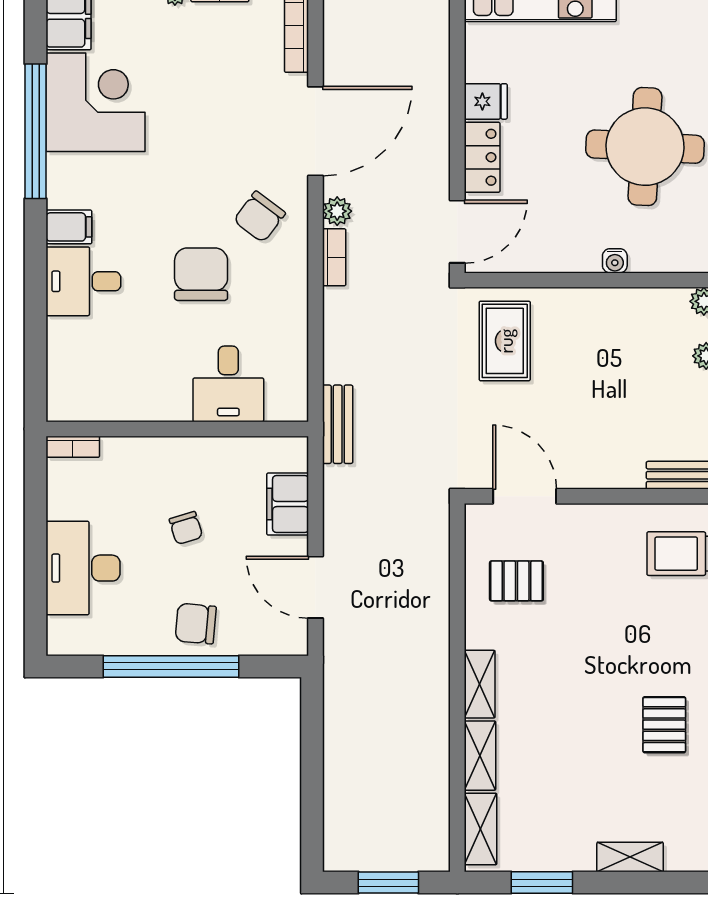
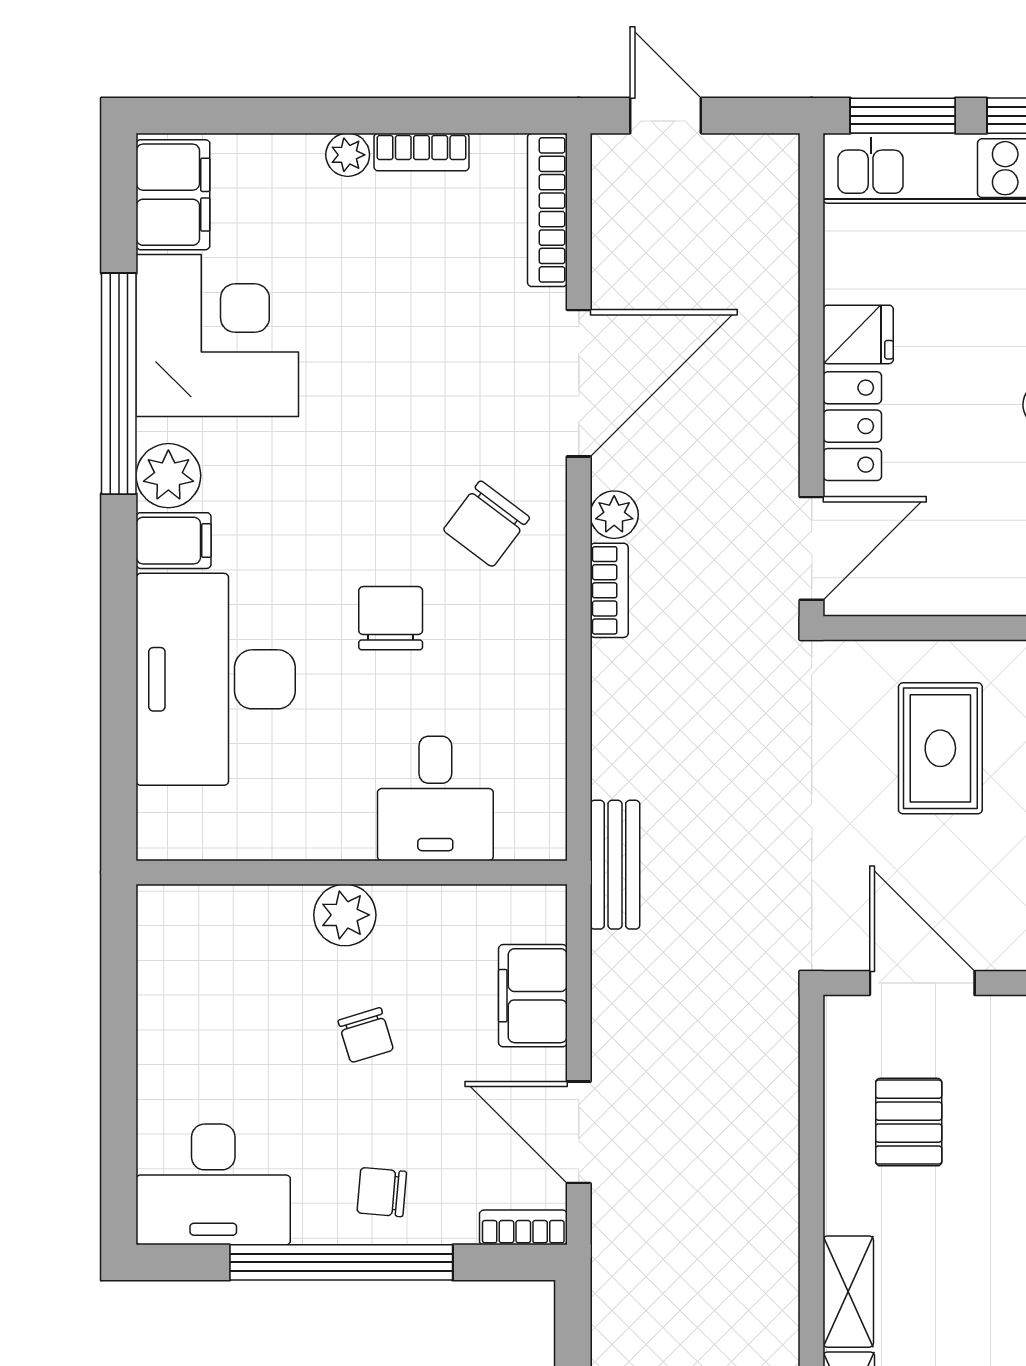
plant: (66, 187) -> (168, 476), added
chair: (201, 274) -> (391, 618), width x0.73, depth x0.73
desk: (83, 281) -> (216, 679), width x1.87, depth x1.30
rug: (505, 341) -> (940, 748), moved
bookcase: (73, 447) -> (523, 1227), moved, turned 180
plant: (173, 455) -> (345, 915), added
desk: (83, 568) -> (213, 1184), moved, turned -90
pallet: (516, 581) -> (909, 1122), turned 90
chair: (196, 624) -> (382, 1192), width x0.73, depth x0.73

